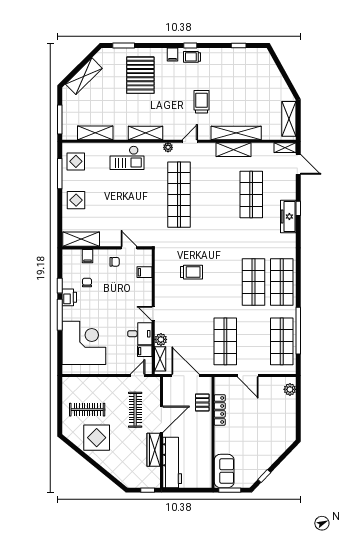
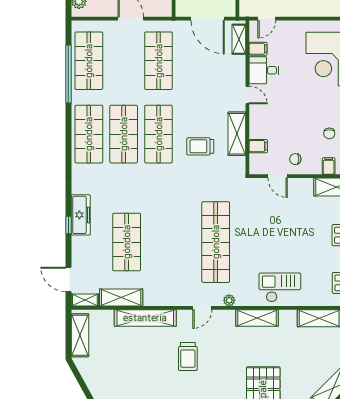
shelving: (234, 150) -> (121, 297), moved
shelving: (162, 282) -> (237, 134), added
shop shelf: (225, 282) -> (159, 134), added
plant: (161, 339) -> (238, 63), removed

